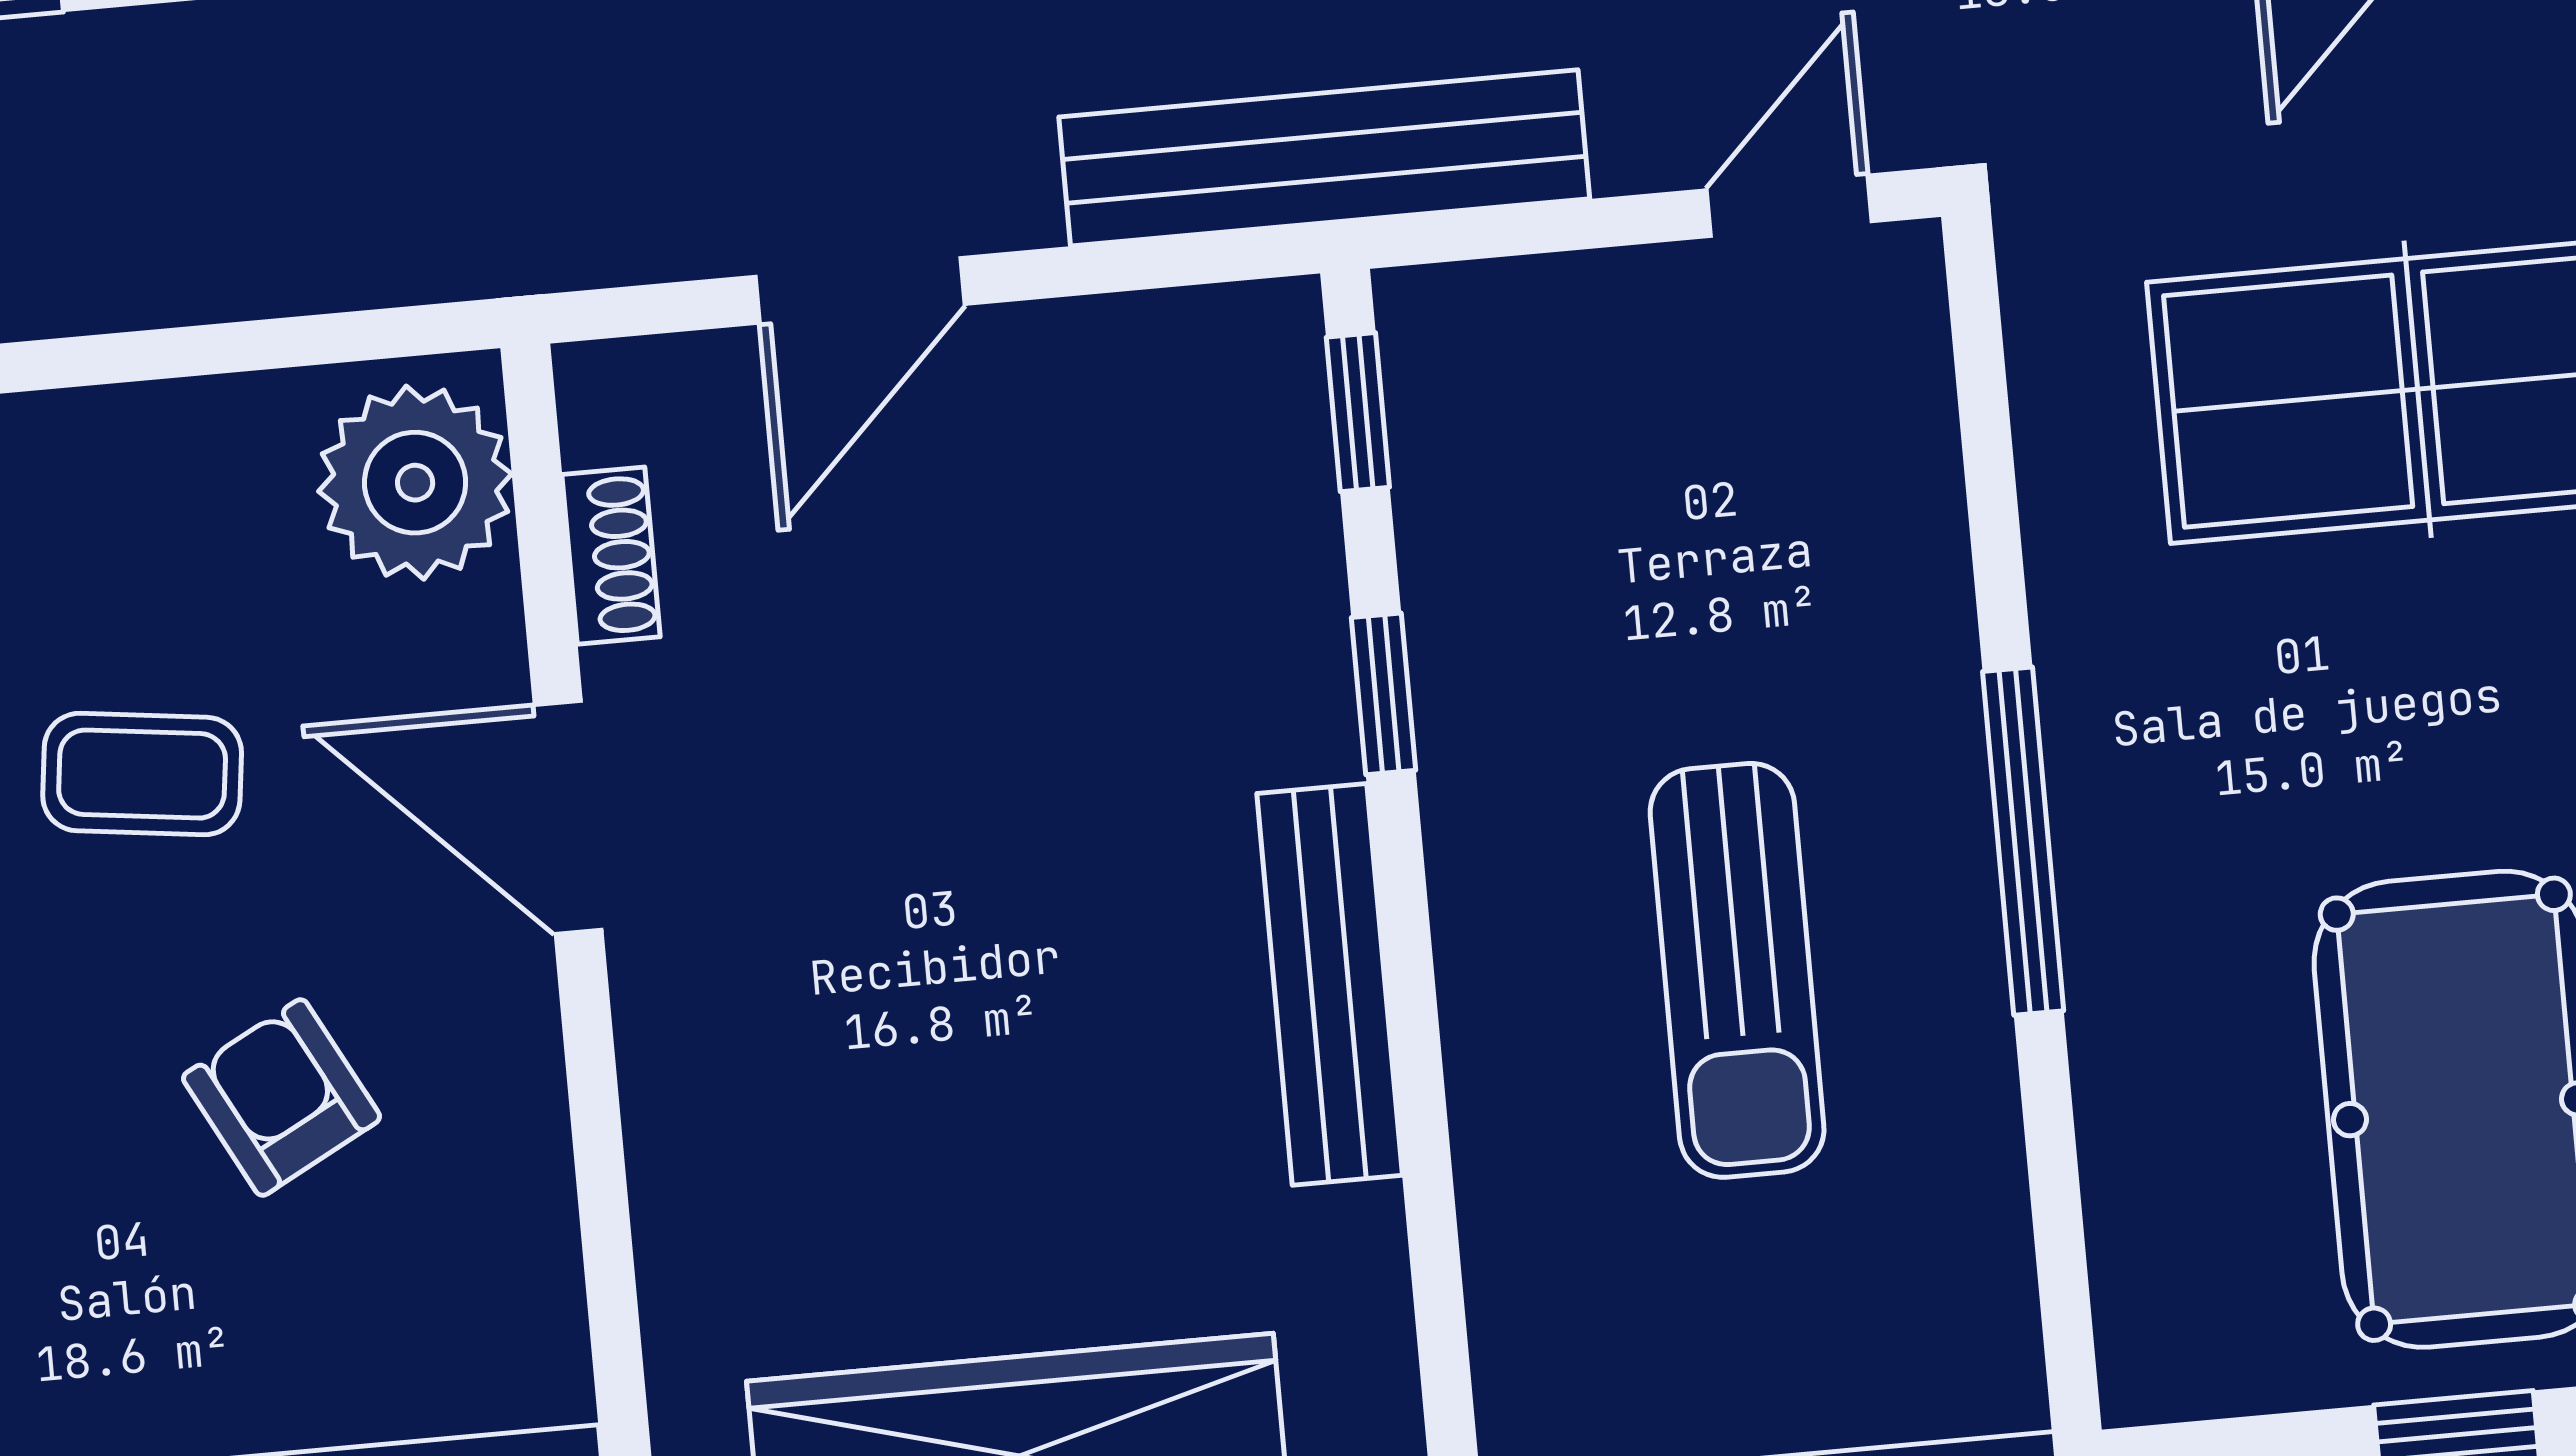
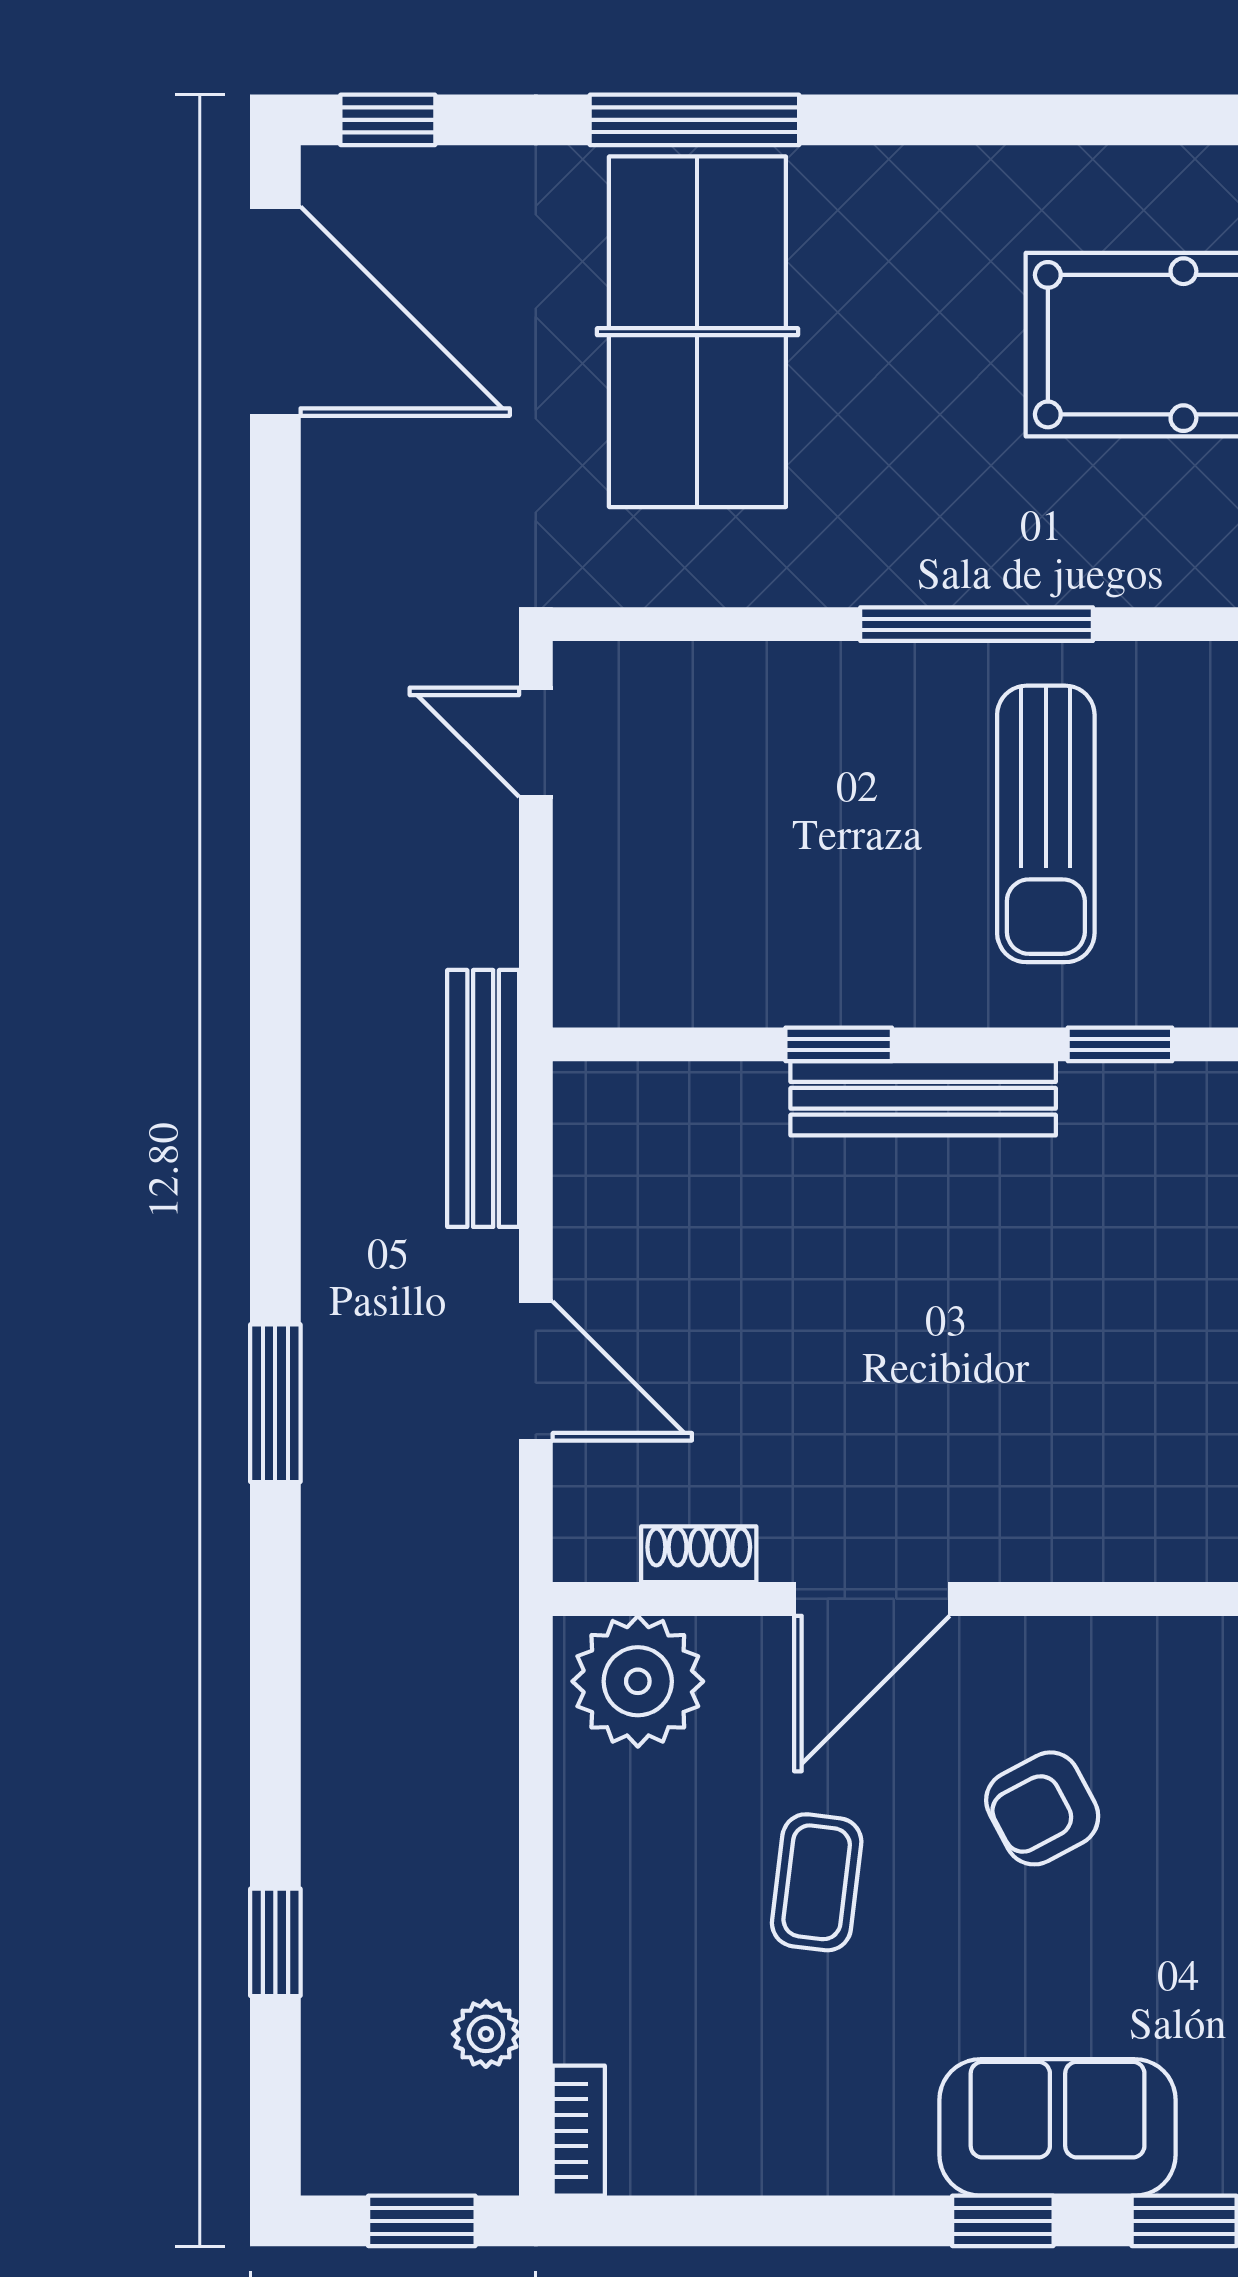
bench: (1324, 158) -> (483, 1098), width x0.73, depth x0.82
window: (1358, 412) -> (1120, 1044), moved
sun lounger: (1737, 970) -> (1046, 824), turned 90
bench: (1330, 984) -> (923, 1098), moved

